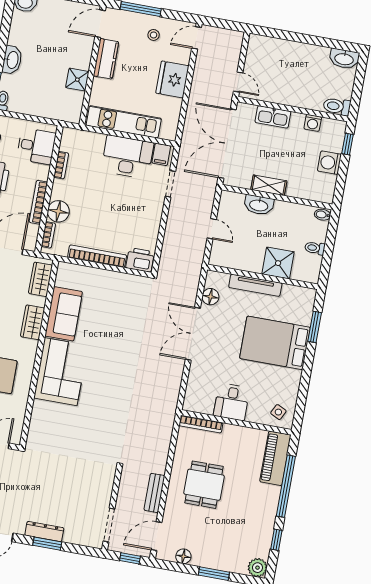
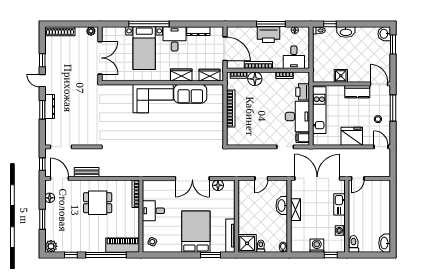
printer: (140, 260) -> (303, 92), moved, turned 180
shower: (278, 263) -> (247, 243), moved
tv unit: (255, 285) -> (230, 236), moved
double door: (193, 334) -> (192, 178), swing flipped

